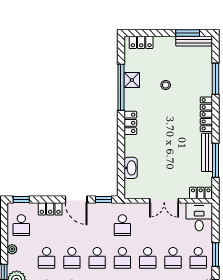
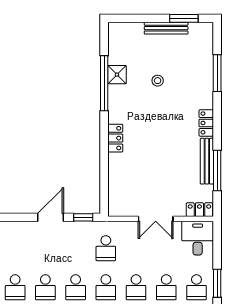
bench: (194, 41) -> (166, 28), moved
locker: (141, 42) -> (128, 30), removed
locker: (206, 114) -> (206, 123), width x0.66
locker: (130, 123) -> (115, 138), moved
washbasin: (131, 168) -> (116, 180), removed
door: (76, 199) -> (50, 217), swing flipped
locker: (50, 209) -> (19, 229), removed

